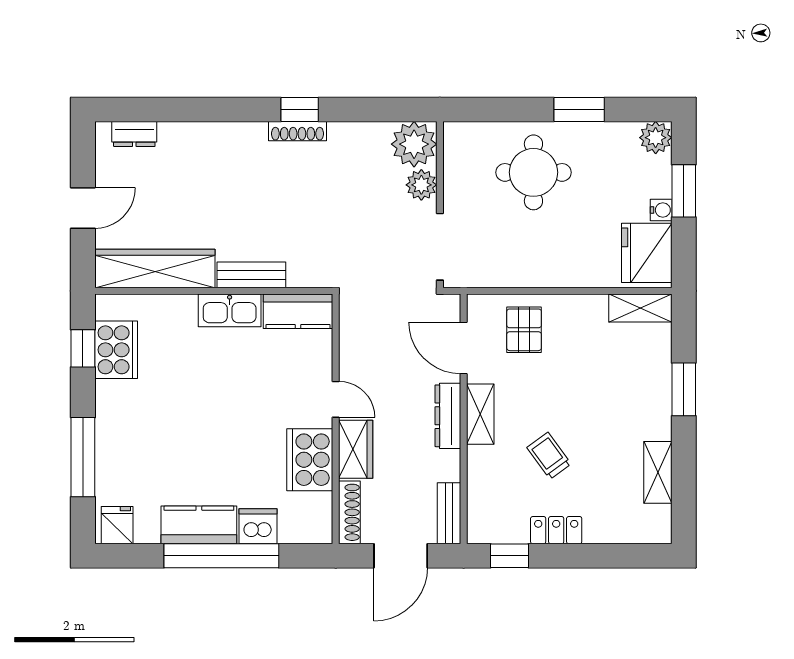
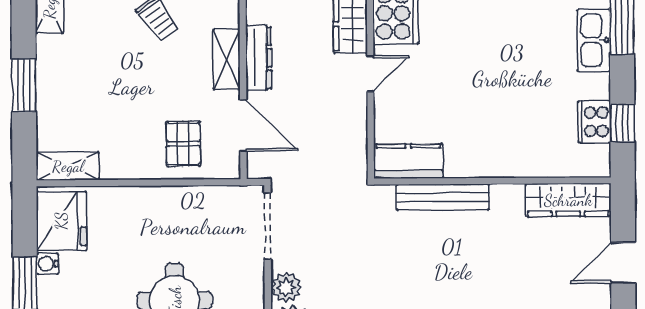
wardrobe: (155, 268) -> (568, 200), width x0.71, depth x0.85
bench: (251, 275) -> (443, 197), width x1.36
kitchen sink: (230, 310) -> (594, 40), moved, turned -90
cooker: (116, 350) -> (594, 122), width x0.73, depth x0.76
door: (336, 399) -> (370, 74), swing flipped

